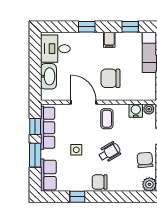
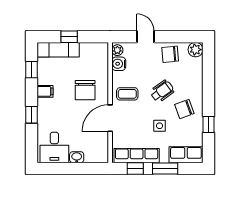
washbasin: (48, 76) -> (77, 157), width x0.52, depth x0.69
wheelchair: (109, 152) -> (162, 91), turned 85
chair: (100, 182) -> (184, 109), moved, turned 70

